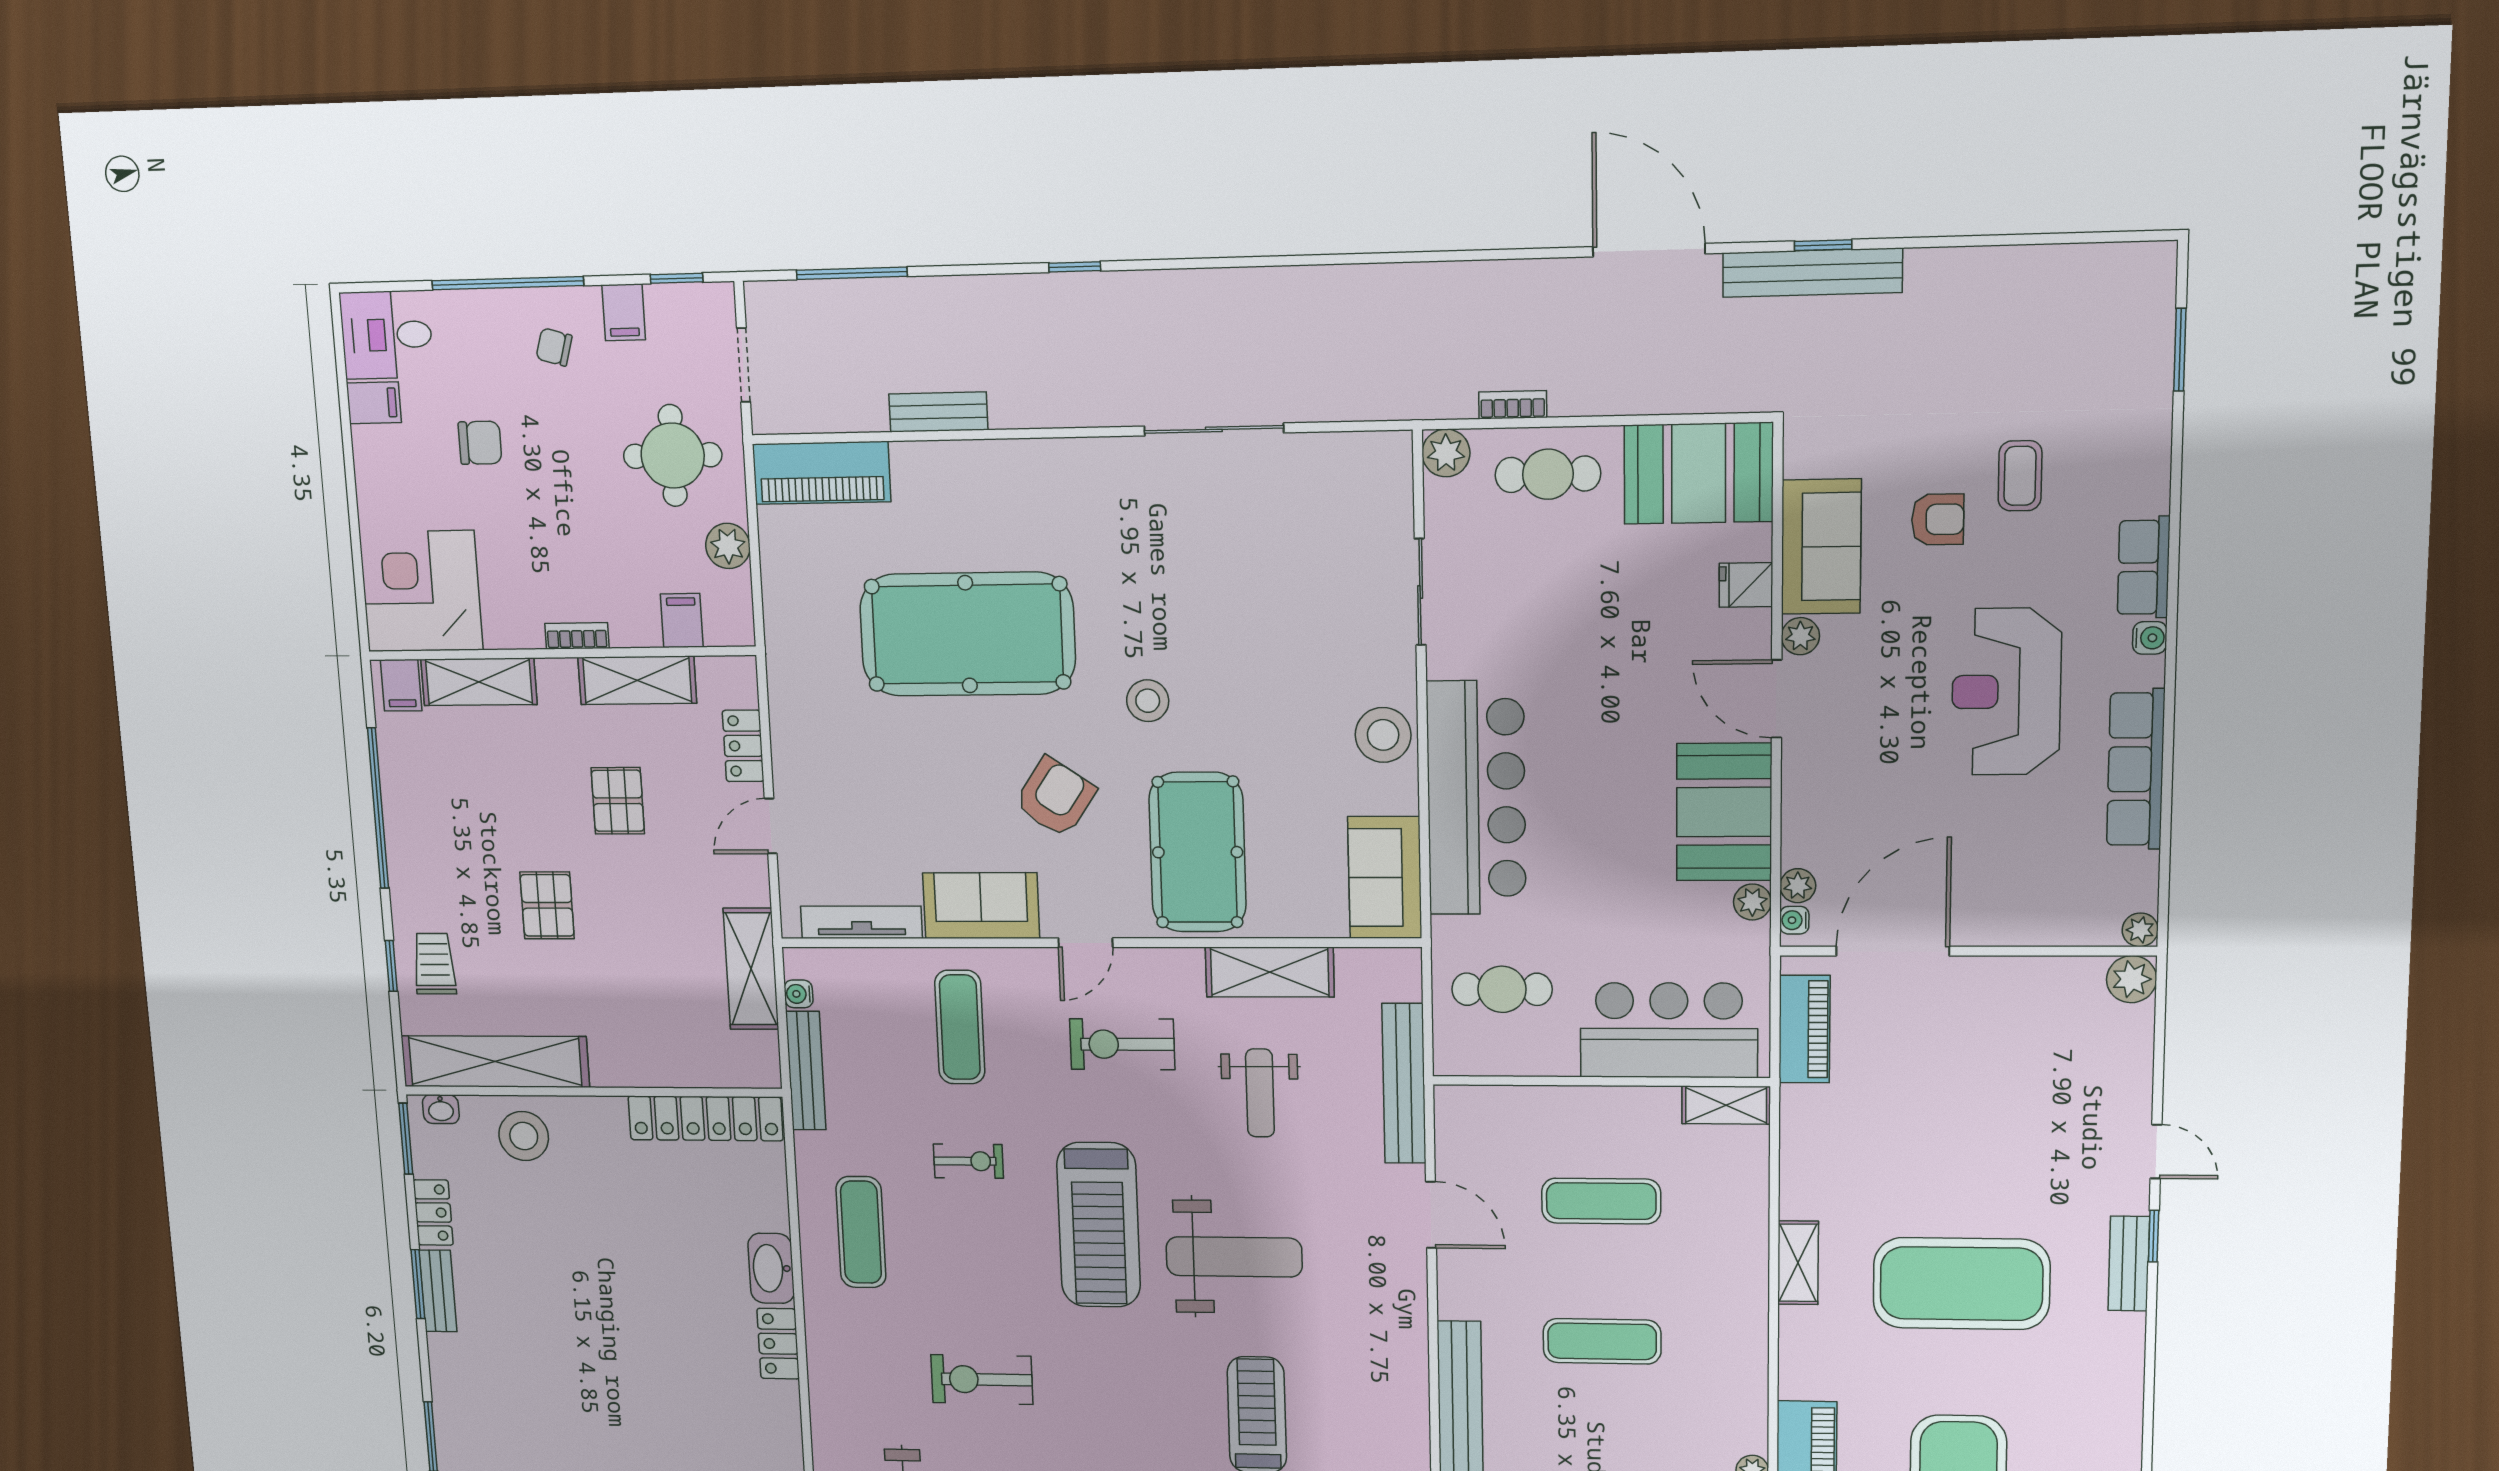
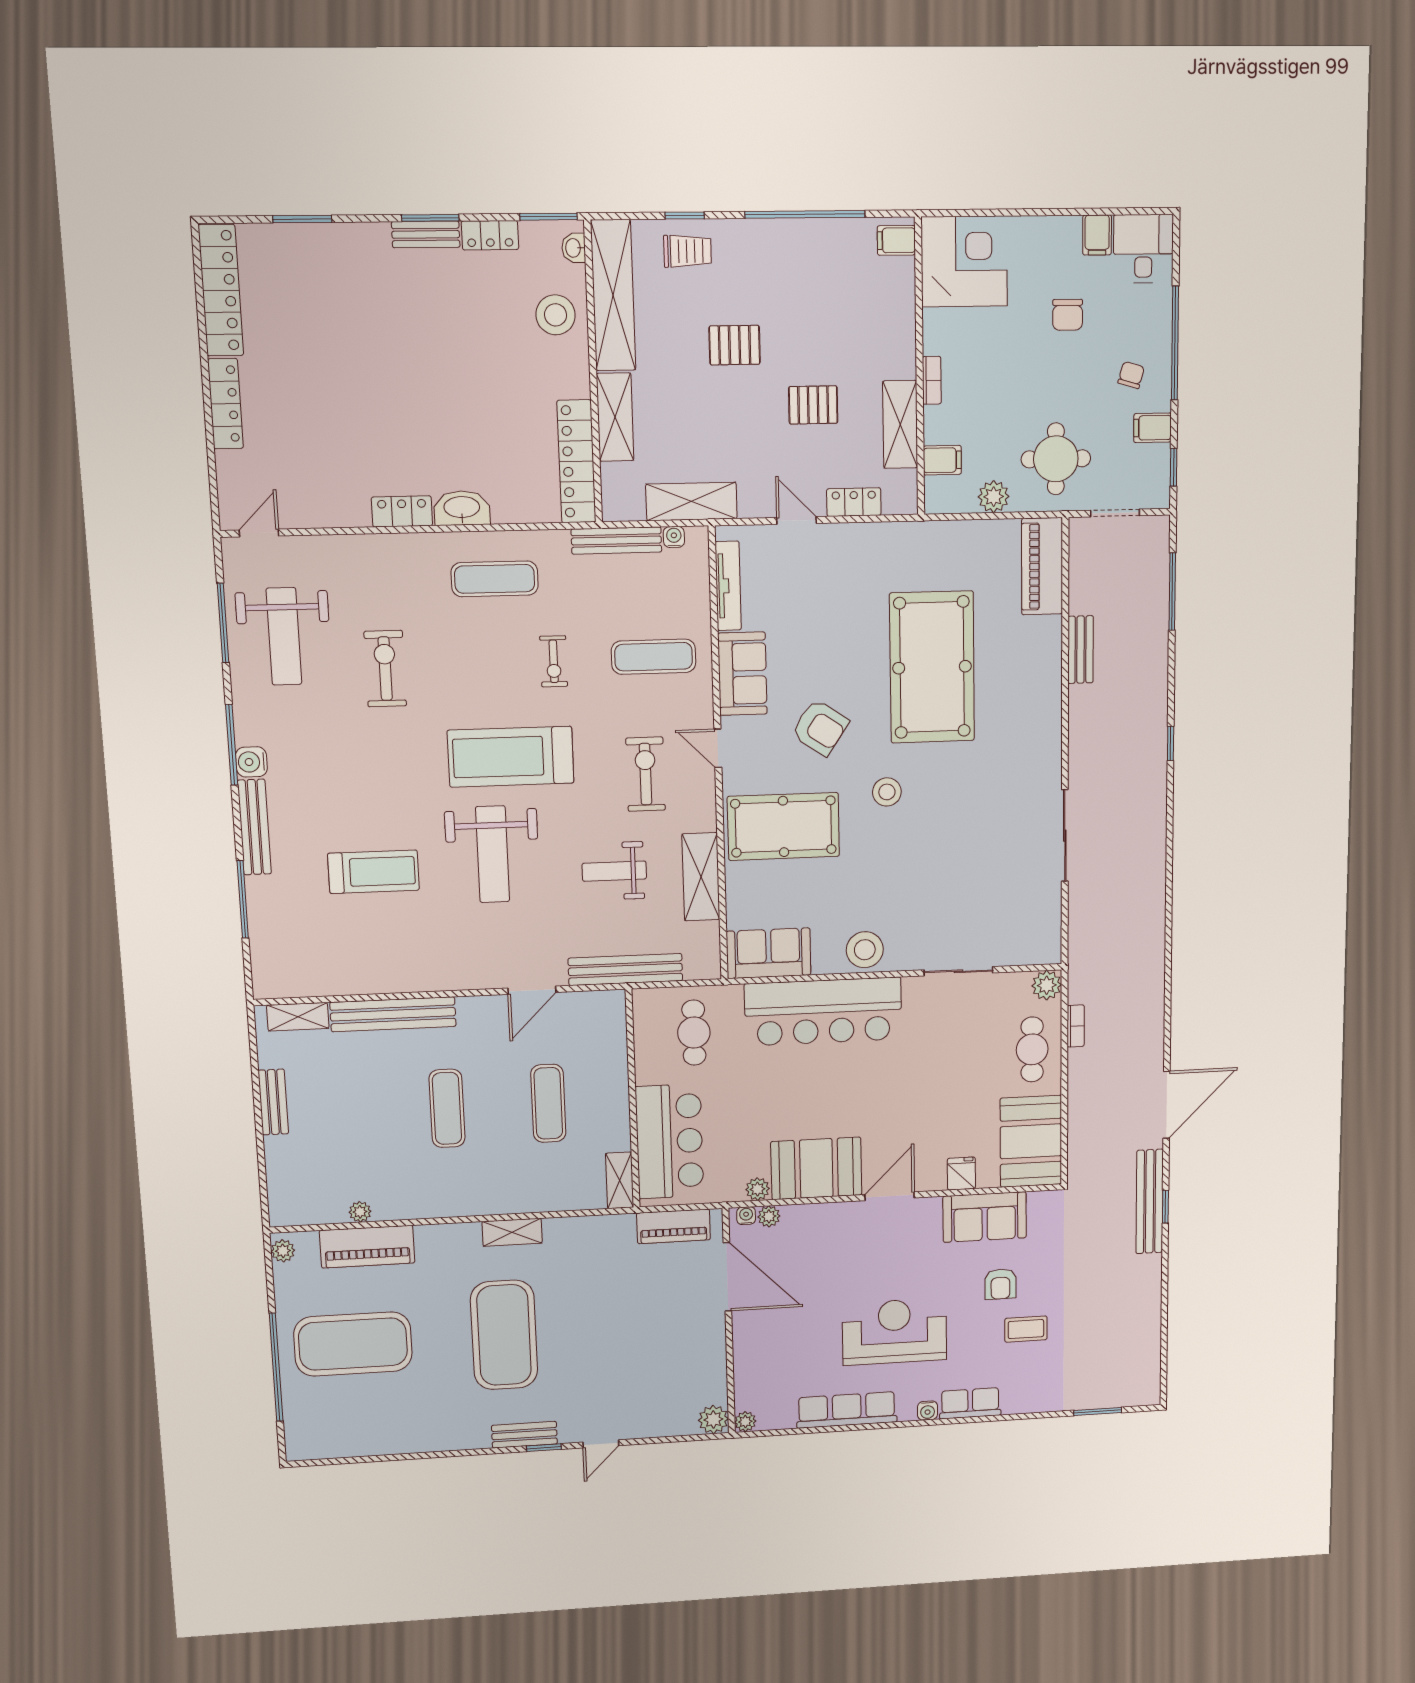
plant: (1800, 636) -> (929, 1208), removed
shelving: (479, 682) -> (615, 417), moved

